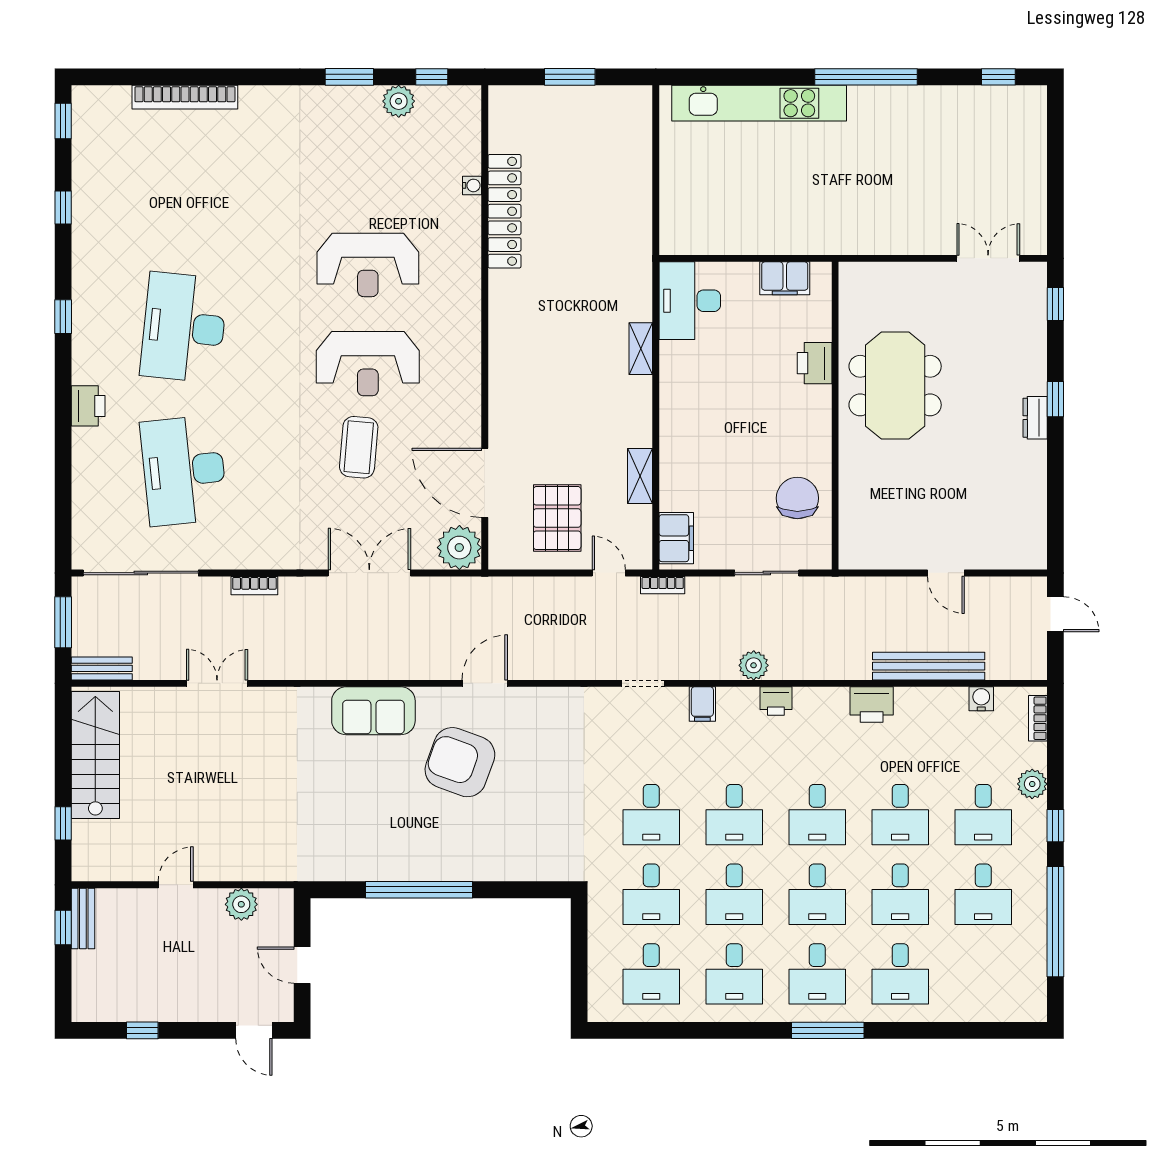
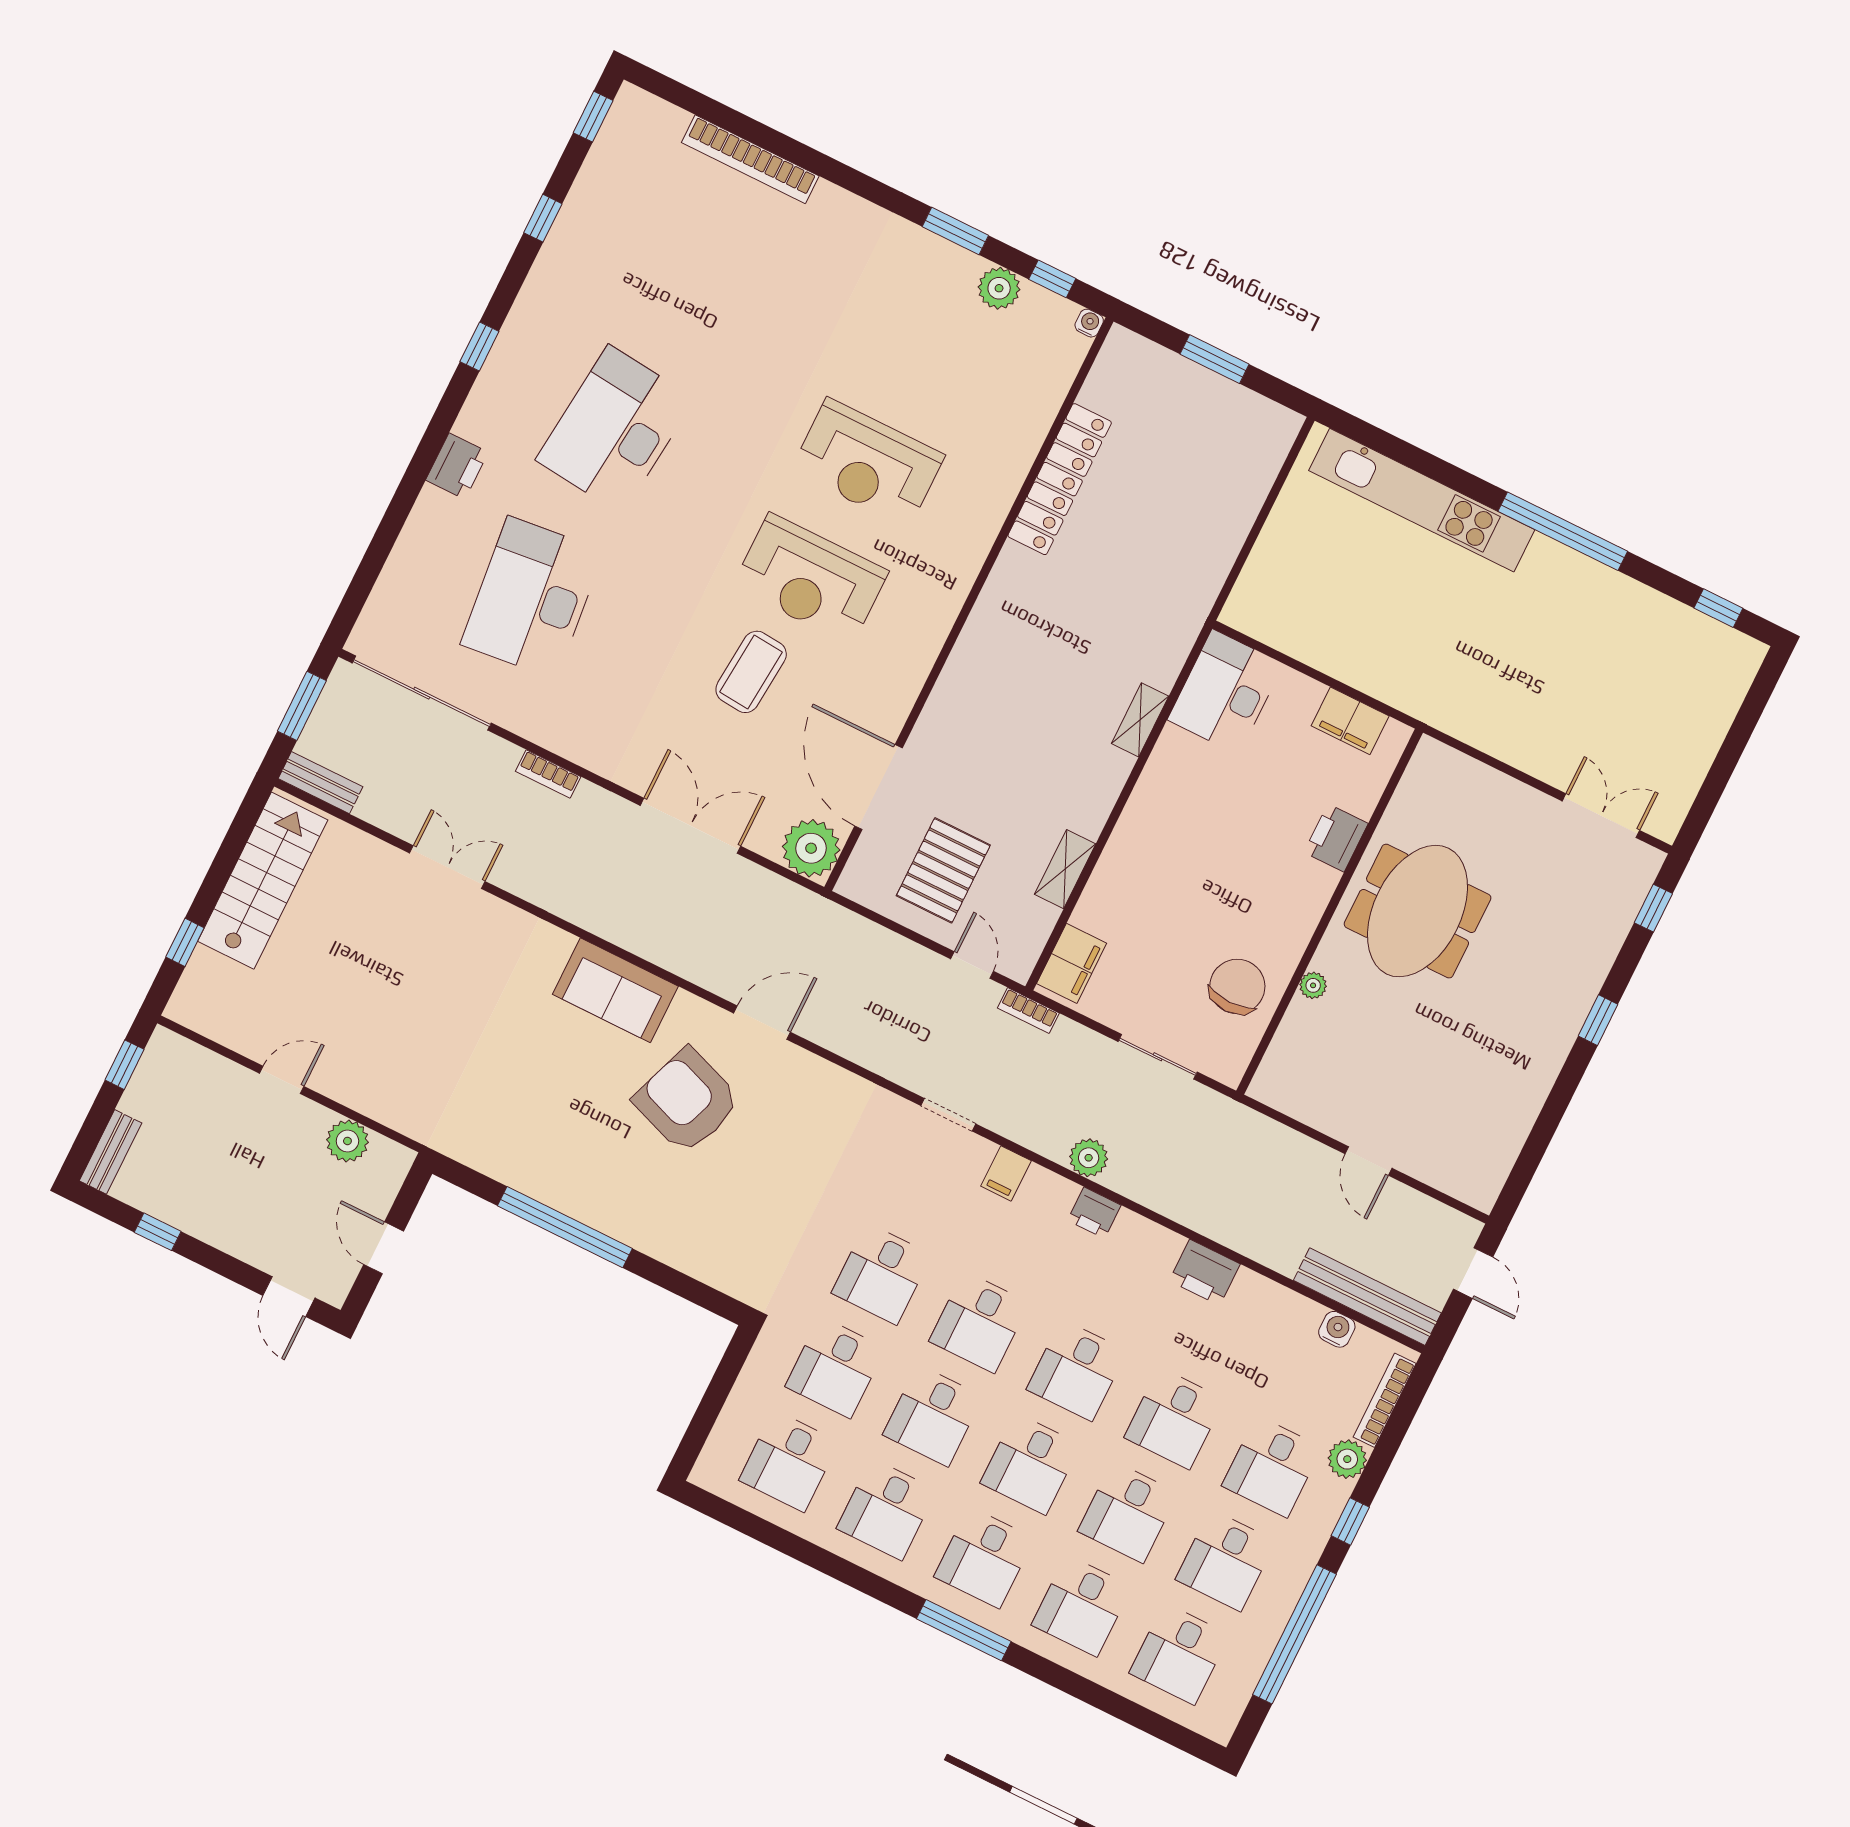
water cooler: (472, 185) -> (1089, 323), moved, turned -90
dresser: (1035, 418) -> (1563, 1030), removed
plant: (849, 472) -> (1313, 985), added
bench: (929, 666) -> (1367, 1297), moved
bookcase: (1038, 718) -> (1385, 1400), width x1.56
bench: (83, 918) -> (110, 1152), moved
desk: (983, 974) -> (1179, 1654), added

